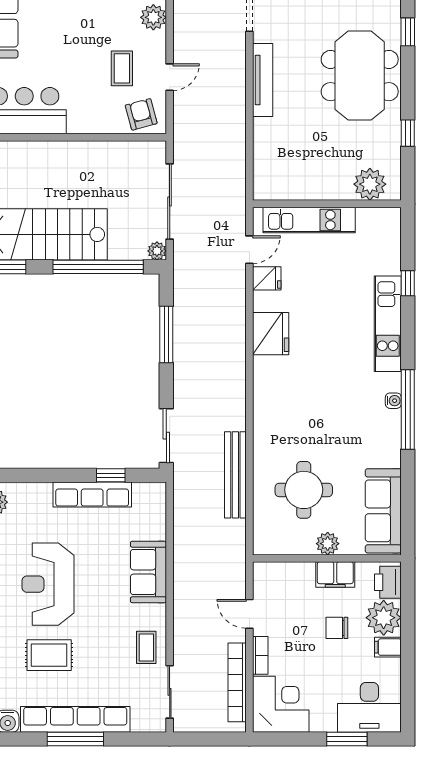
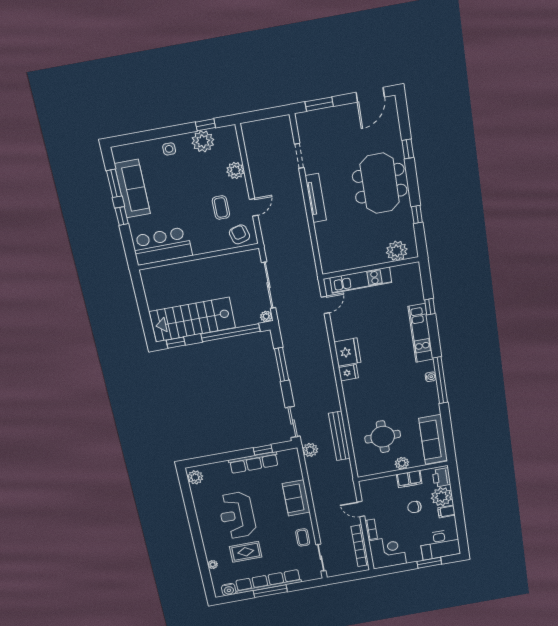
fridge: (267, 278) -> (348, 373), moved
plant: (185, 490) -> (310, 450), added

